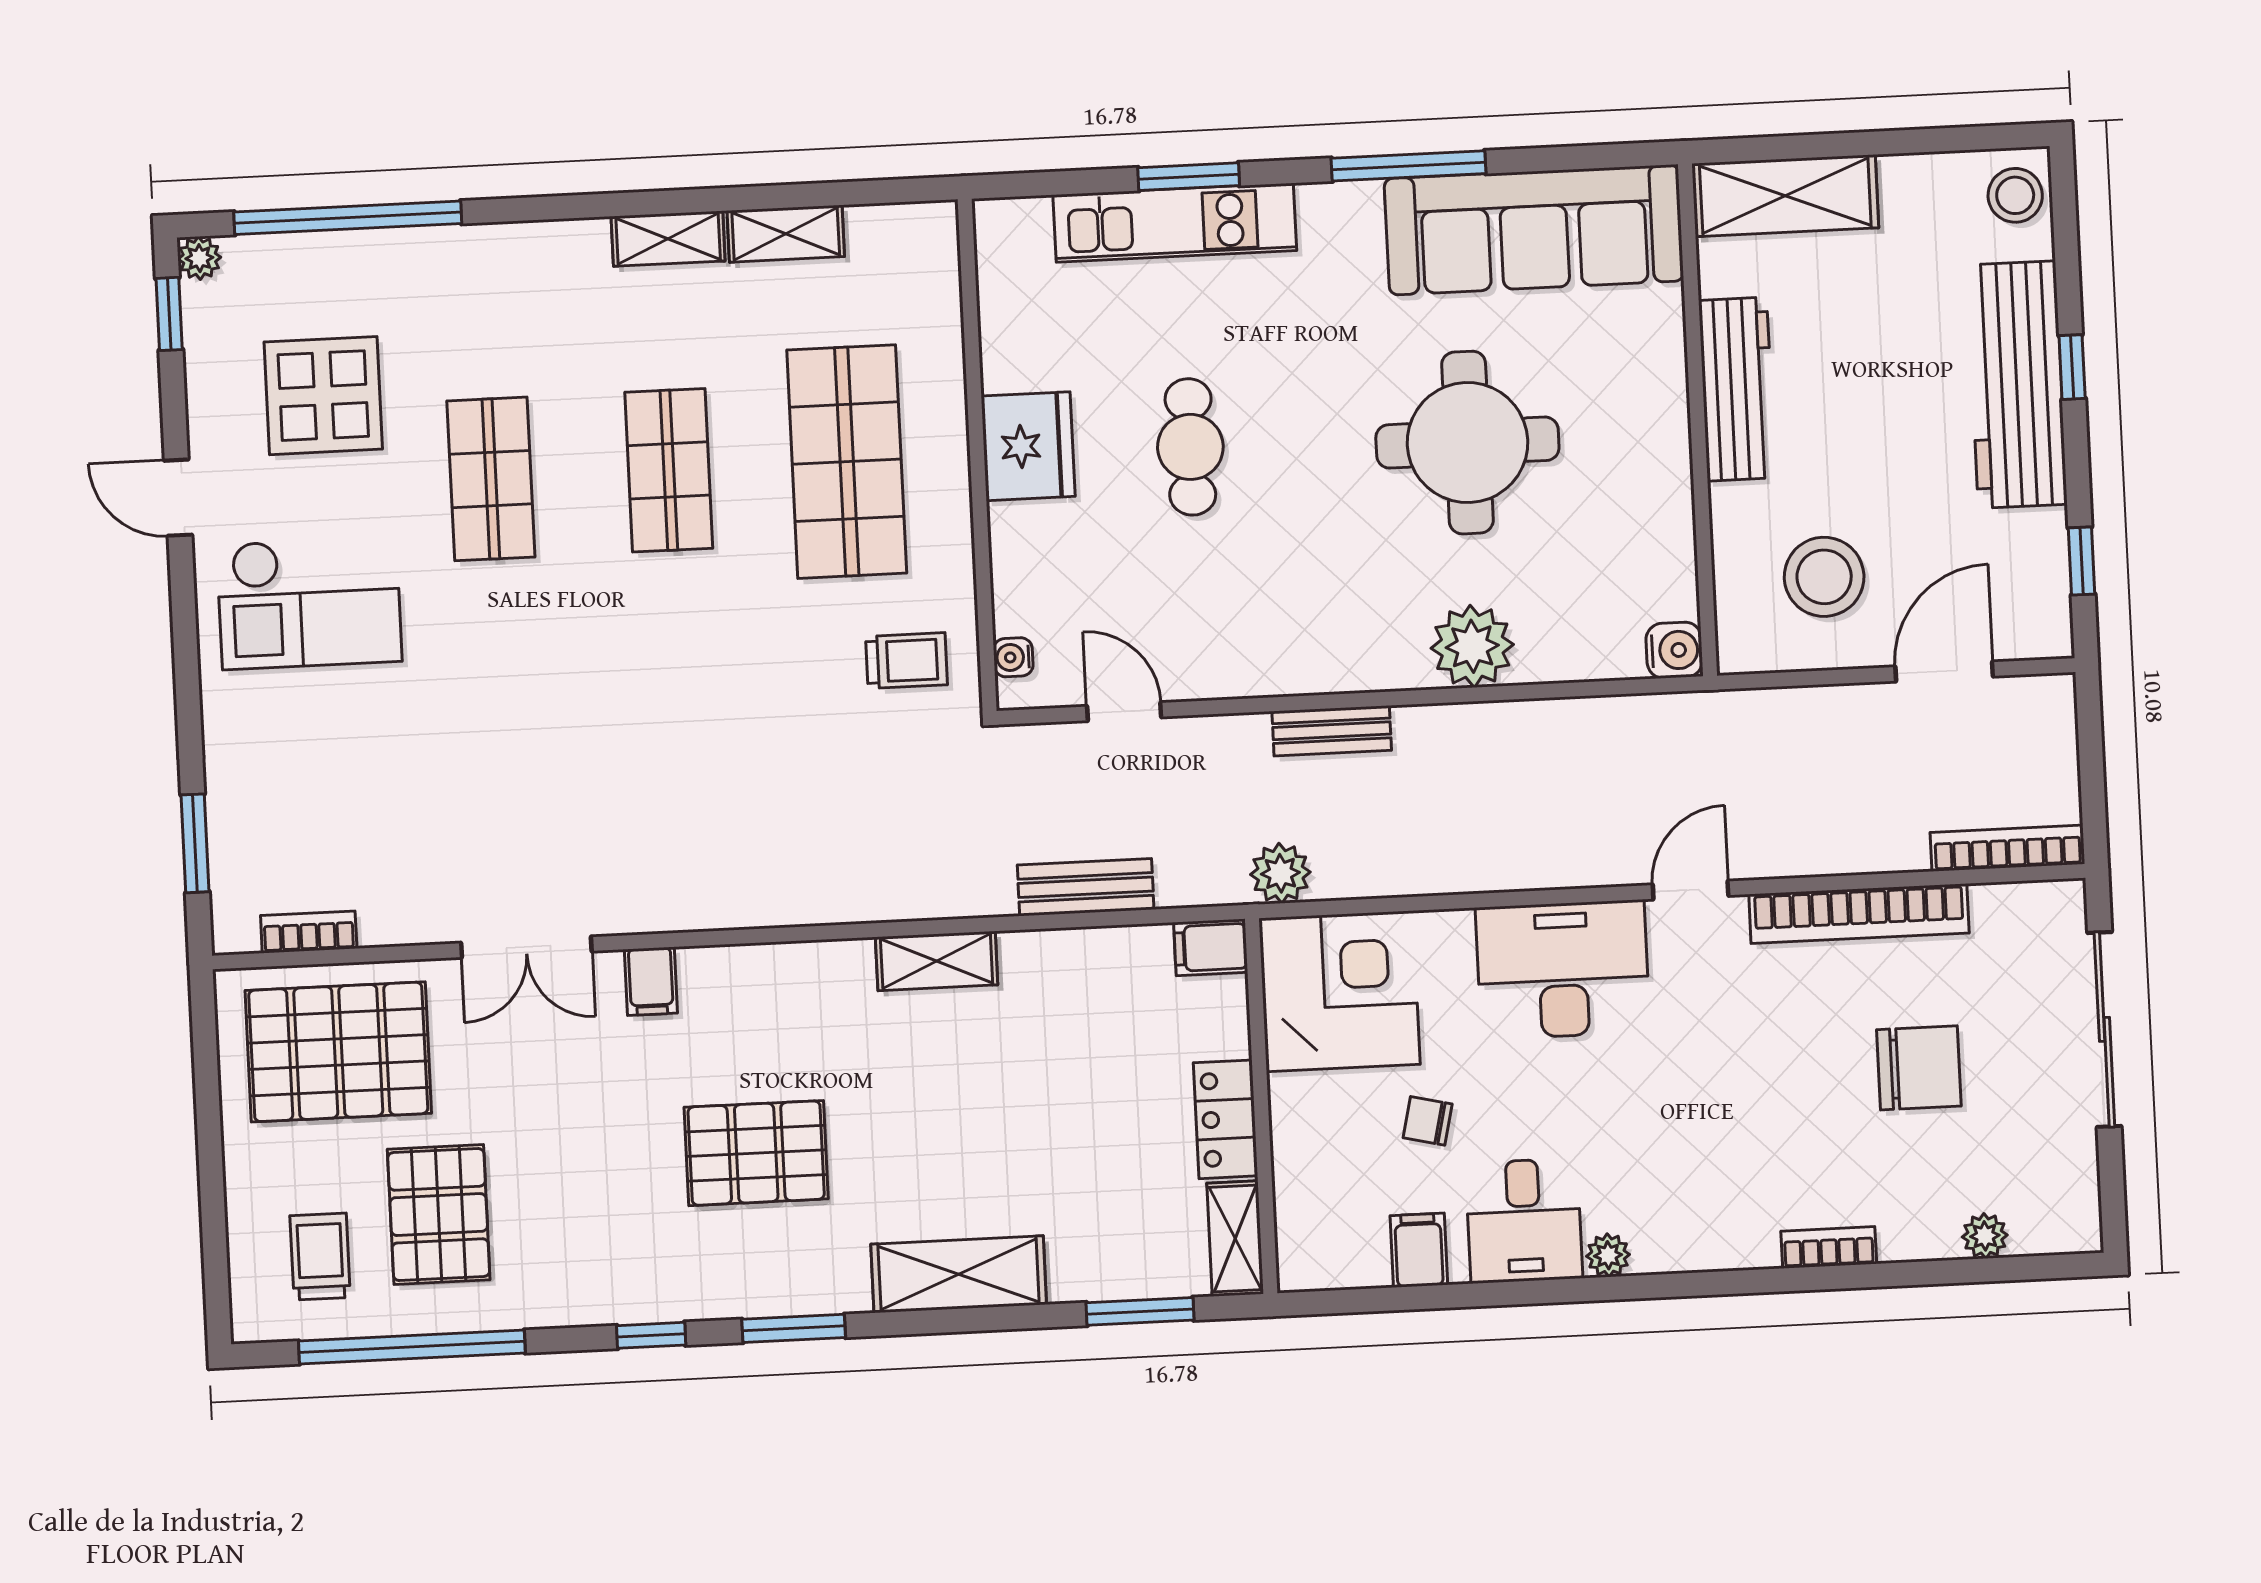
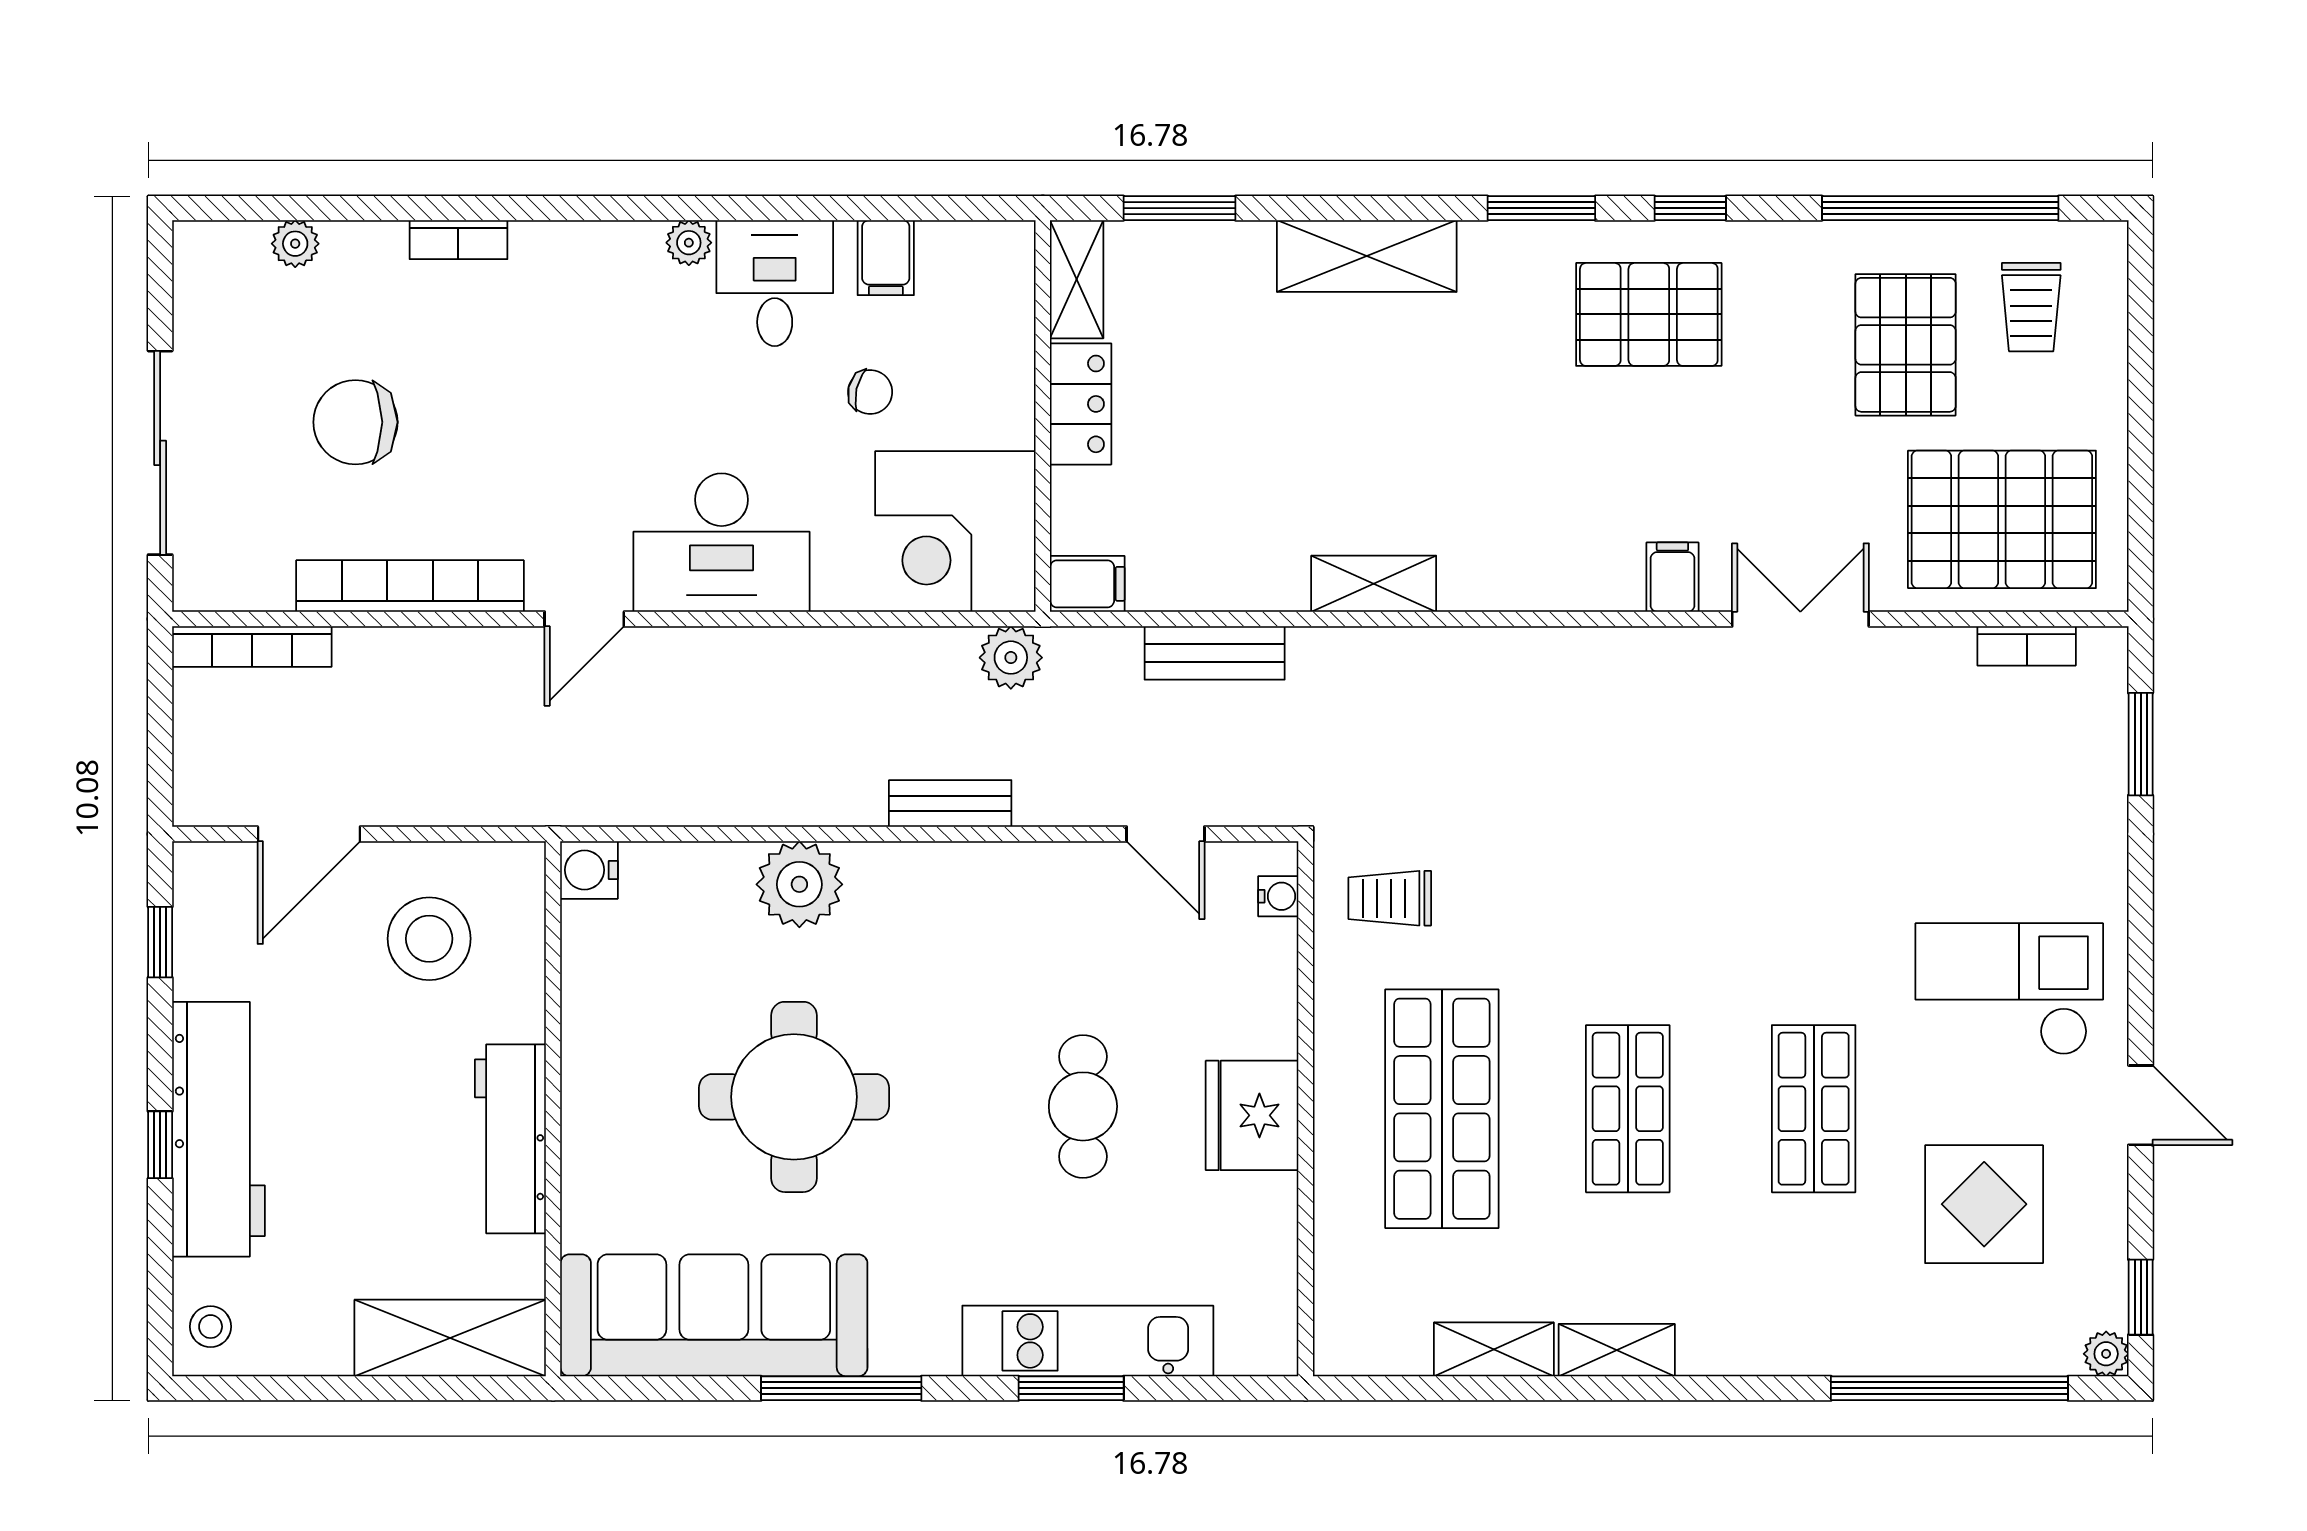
stool: (2015, 195) -> (211, 1327), width x0.73, depth x0.73
pallet: (756, 1153) -> (1649, 314), moved

